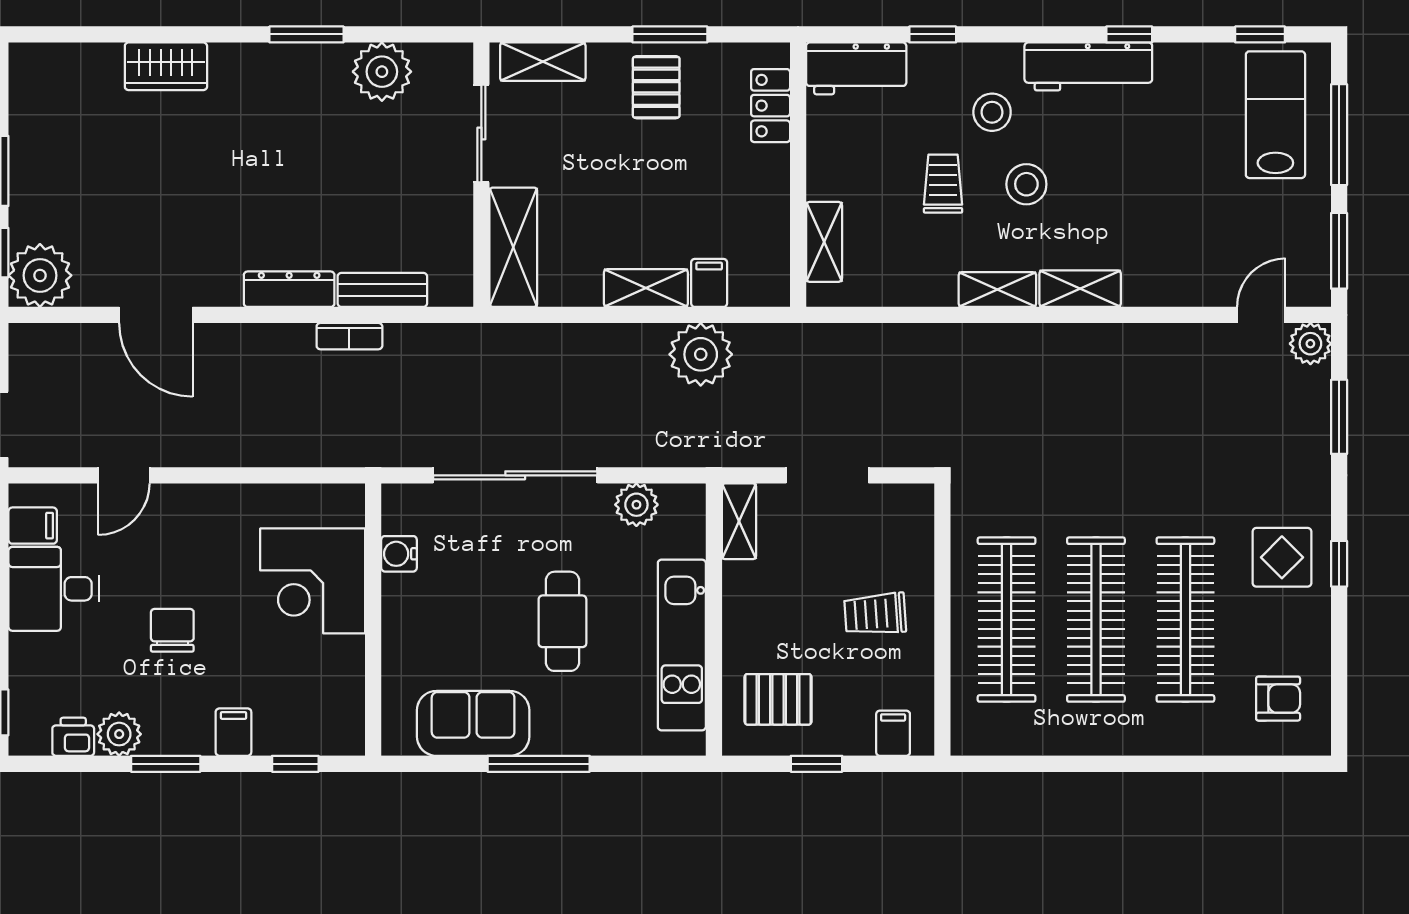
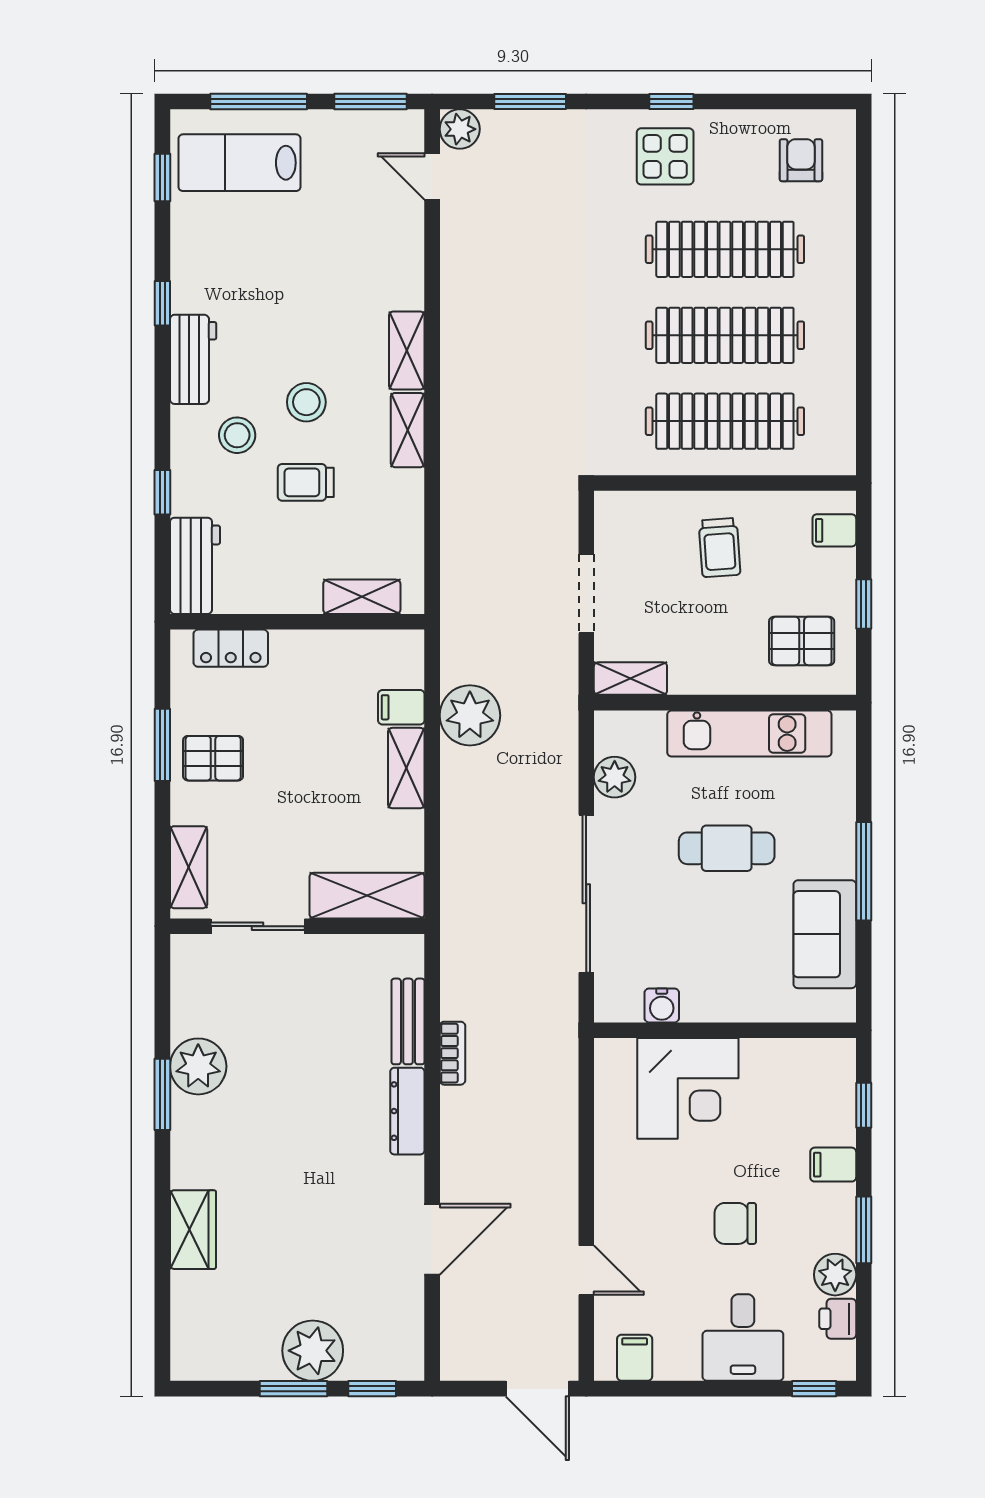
workbench: (1088, 66) -> (193, 359), width x0.73
plant: (382, 72) -> (198, 1066), moved
plant: (40, 275) -> (313, 1351), moved
desk: (54, 589) -> (743, 1338), moved
pallet: (778, 699) -> (802, 641), turned 90

